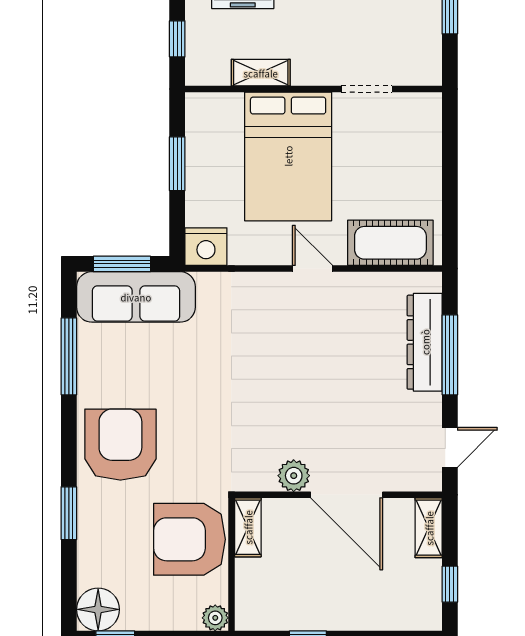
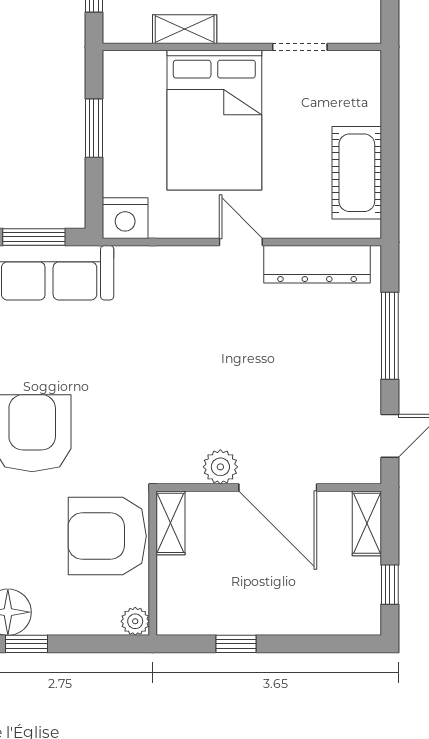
cot: (390, 243) -> (357, 173), moved, turned 90
dresser: (425, 342) -> (317, 264), moved, turned -90

